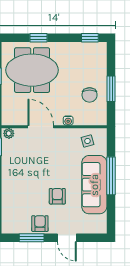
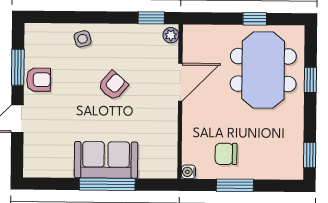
water cooler: (68, 121) -> (188, 172), moved
side table: (87, 141) -> (83, 39), moved
sofa: (94, 185) -> (106, 160), width x0.73
armchair: (57, 196) -> (113, 86), moved, turned -49

